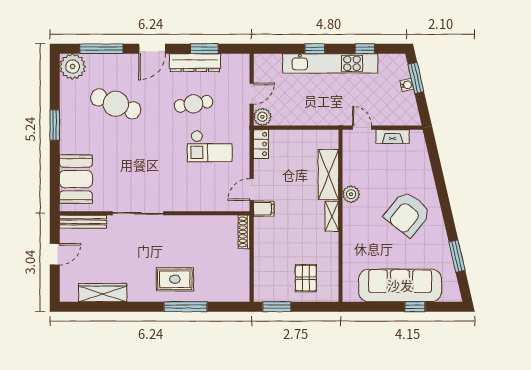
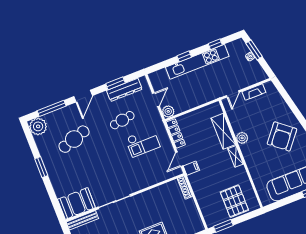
dresser: (195, 63) -> (124, 90), moved
cafe table: (116, 104) -> (74, 139), turned -39
door: (362, 128) -> (233, 94), swing flipped
locker: (261, 144) -> (176, 133), width x1.53
booth: (76, 179) -> (76, 203), moved, turned 90
pallet: (306, 278) -> (234, 201), width x1.50, depth x1.42

